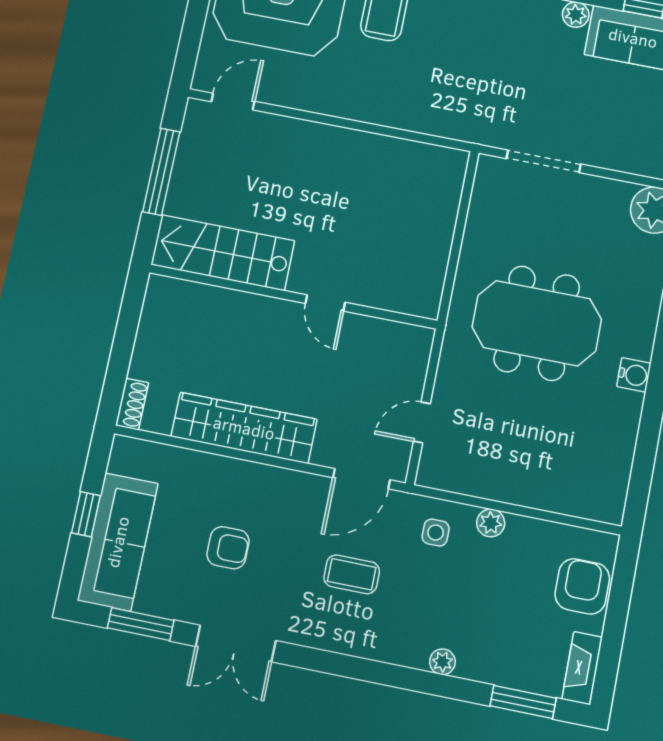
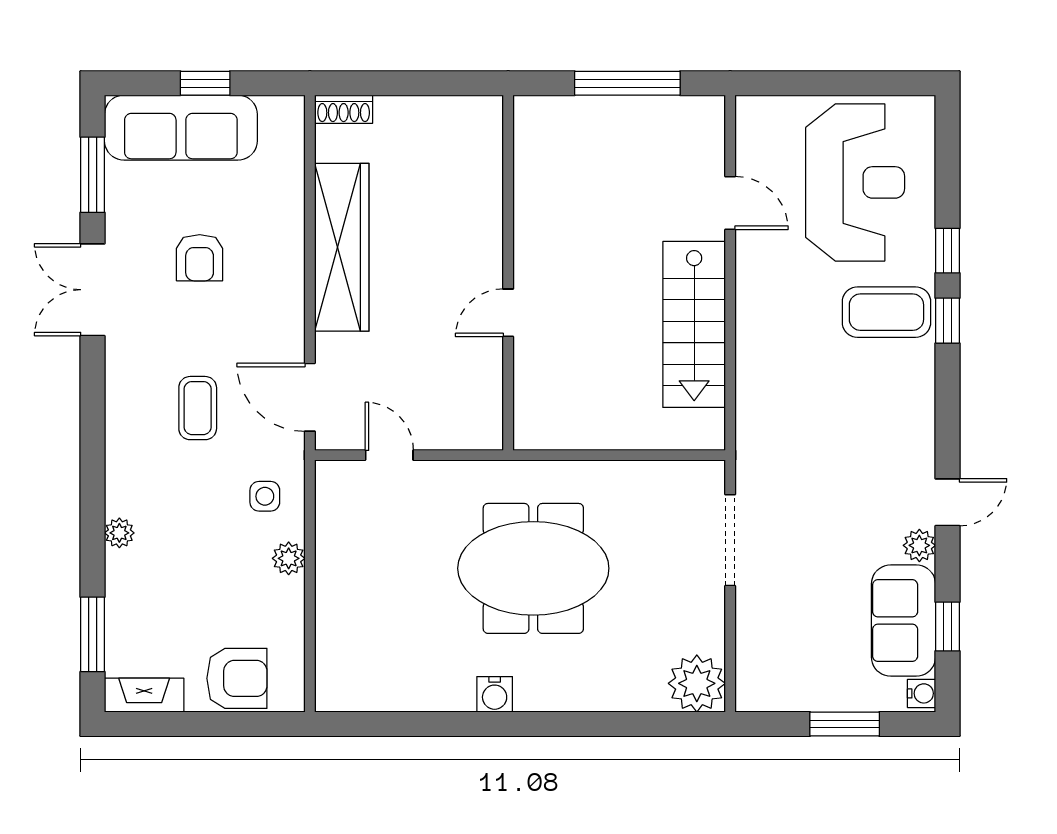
door: (233, 102) -> (730, 203), moved
stairs: (223, 253) -> (694, 324), moved, turned 180
meeting table: (537, 323) -> (533, 568), turned 90

